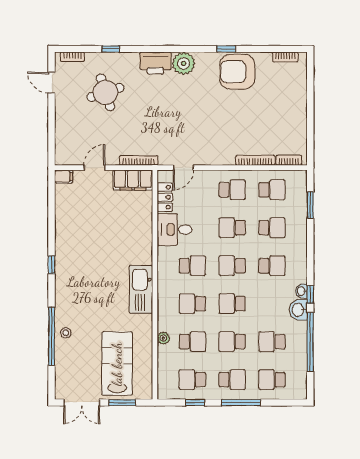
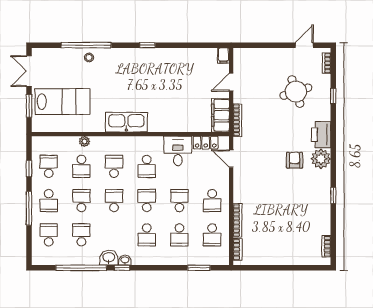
armchair: (237, 72) -> (295, 160), moved, width x0.53, depth x0.53
door: (95, 168) -> (231, 82), swing flipped

